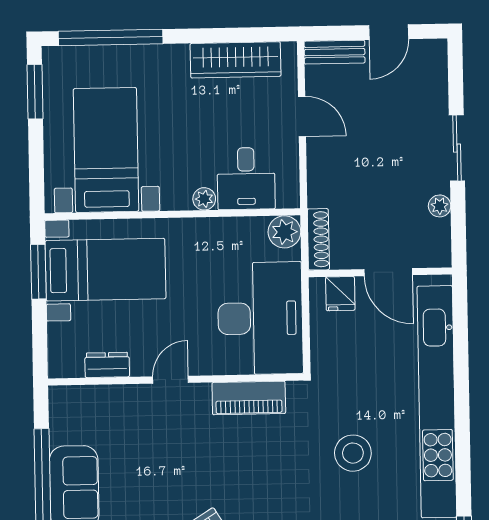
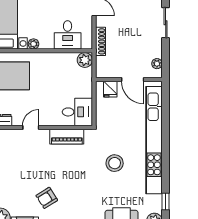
plant: (204, 199) -> (34, 44), moved
plant: (440, 206) -> (157, 64), moved
shoe rack: (318, 239) -> (100, 41), moved
desk: (260, 318) -> (77, 112), width x0.53, depth x0.77

